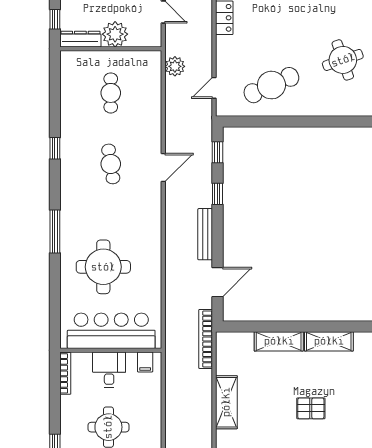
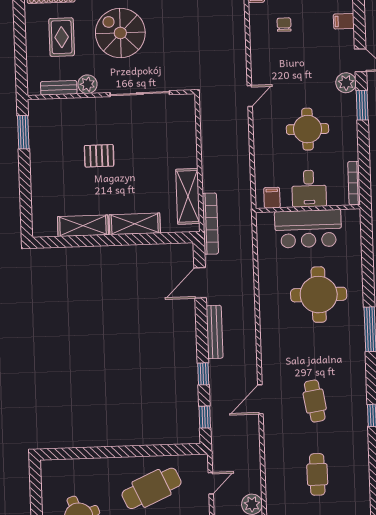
bar counter: (111, 331) -> (308, 229), width x0.73
shelving: (226, 402) -> (188, 196), moved

